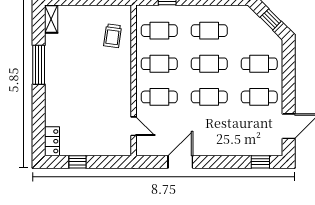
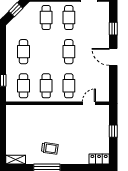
trolley: (113, 36) -> (50, 148), moved
cafe table: (209, 64) -> (46, 52), removed
window: (77, 162) -> (113, 131), moved
door: (180, 162) -> (113, 57), moved
window: (260, 162) -> (113, 29), moved

